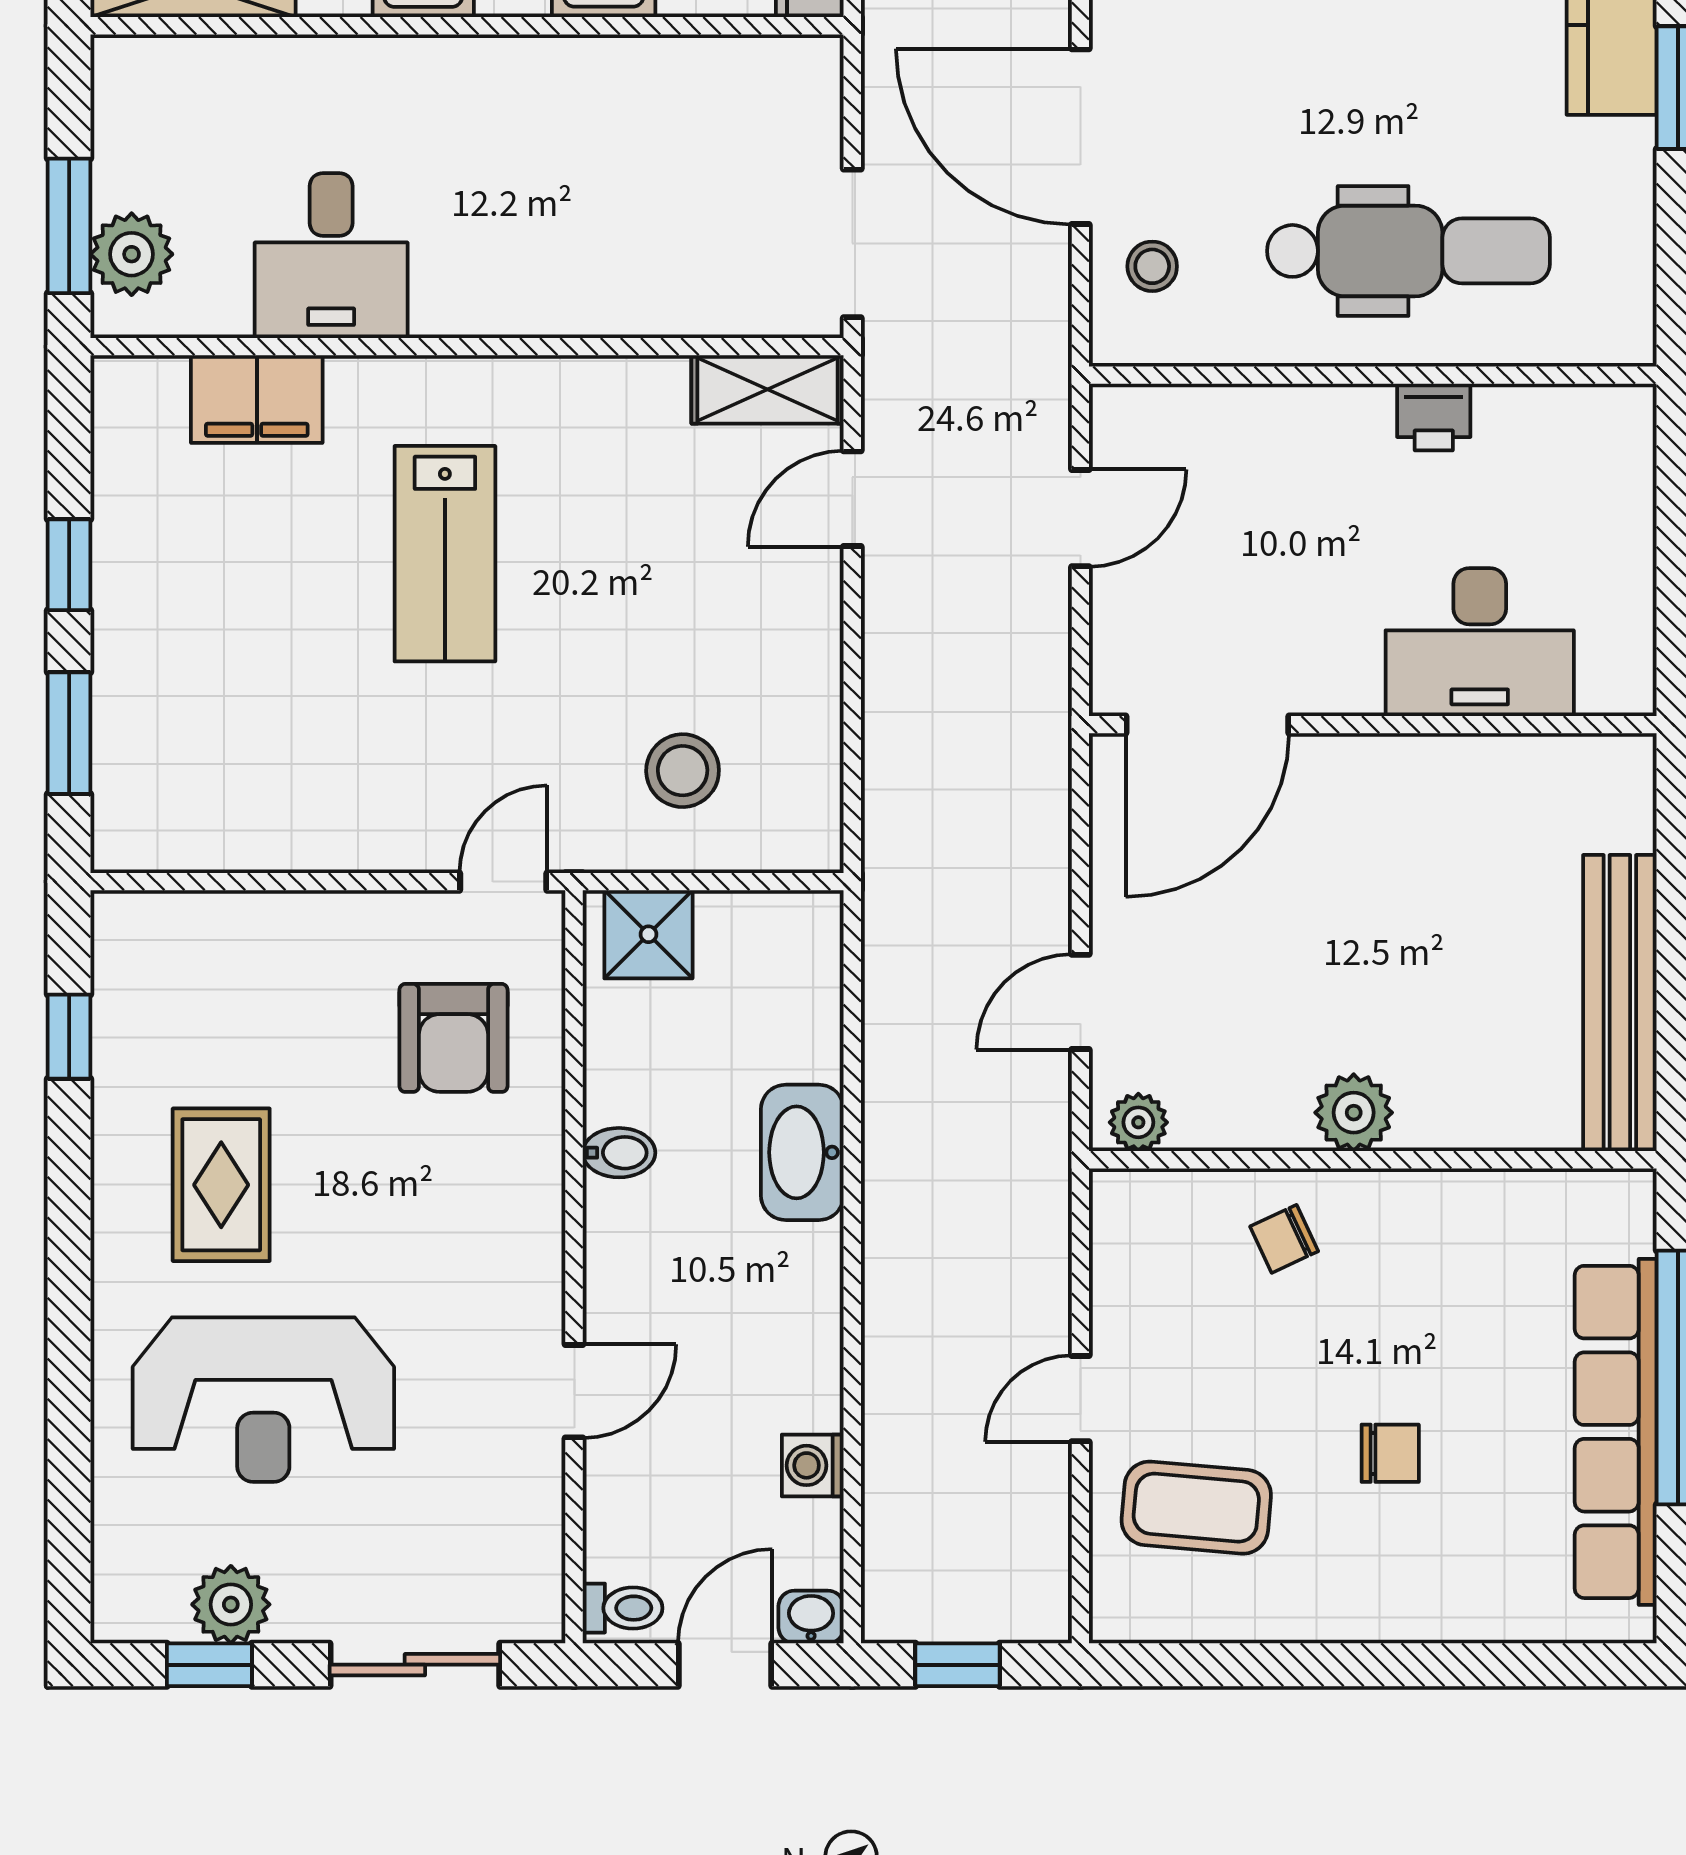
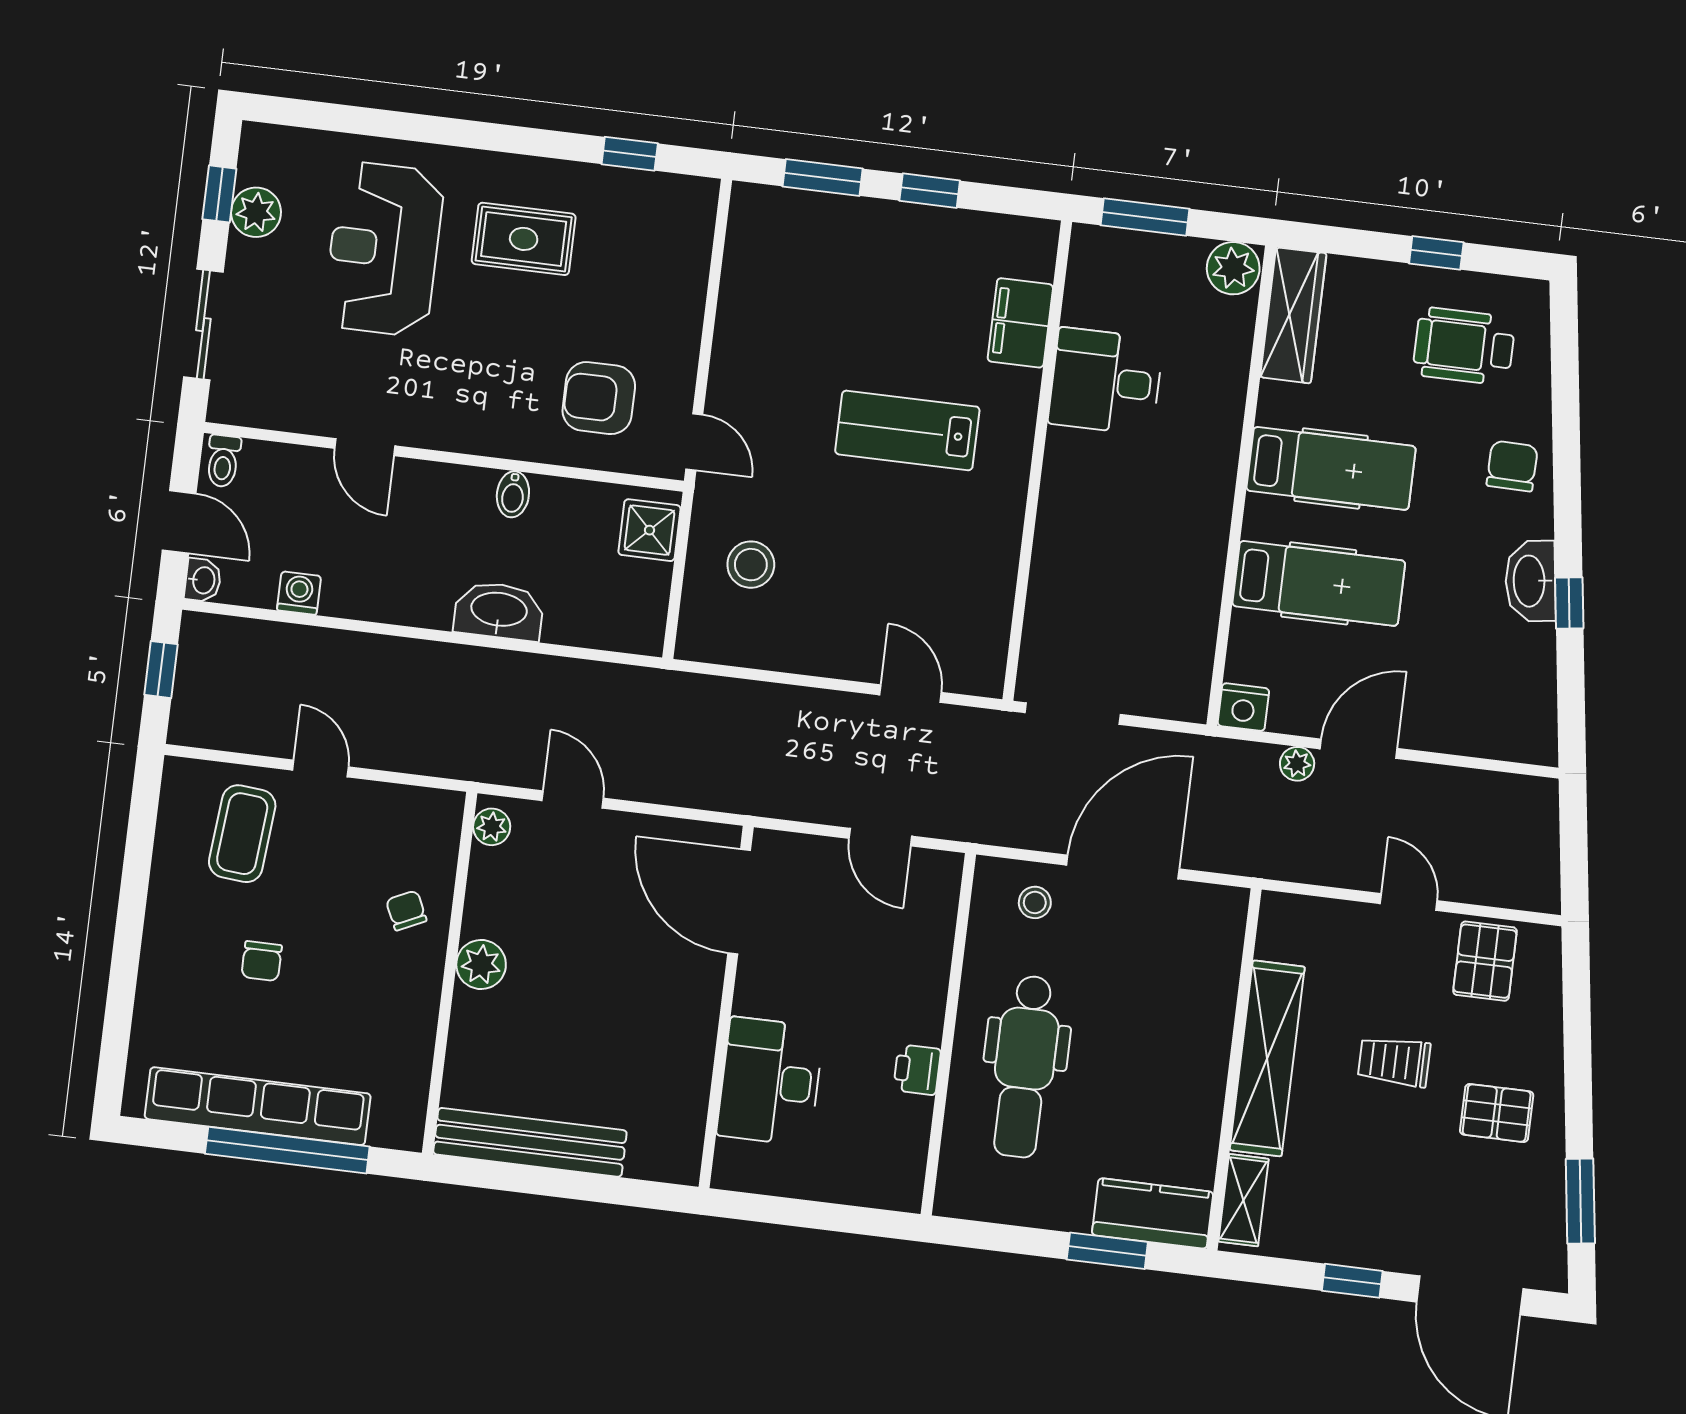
plant: (132, 254) -> (1233, 268), moved
shelving: (768, 389) -> (987, 648), removed

